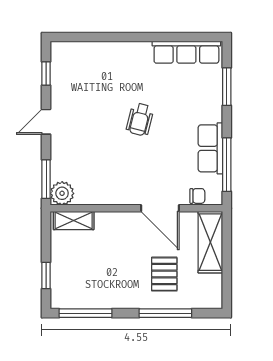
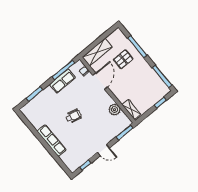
row of seats: (186, 52) -> (52, 141), moved
plant: (62, 193) -> (114, 110), moved

